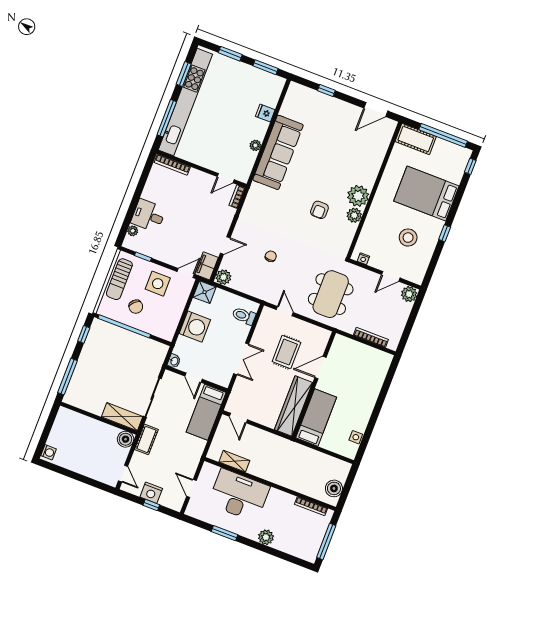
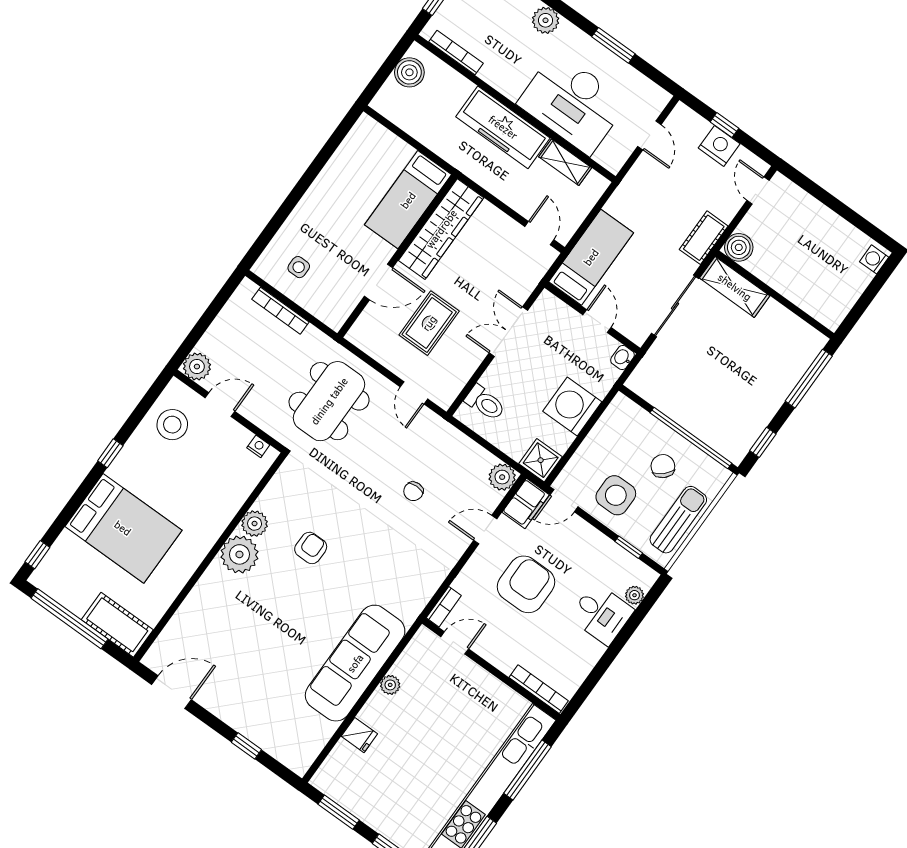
armchair: (195, 221) -> (526, 584), added
stool: (408, 238) -> (172, 425), moved
side table: (356, 437) -> (299, 267), moved
freezer: (274, 472) -> (503, 127), added

